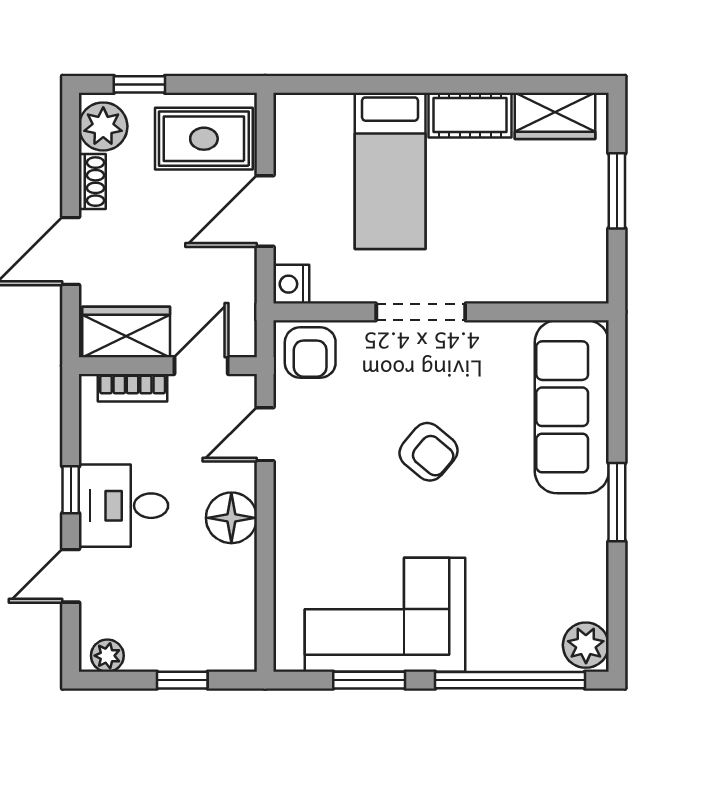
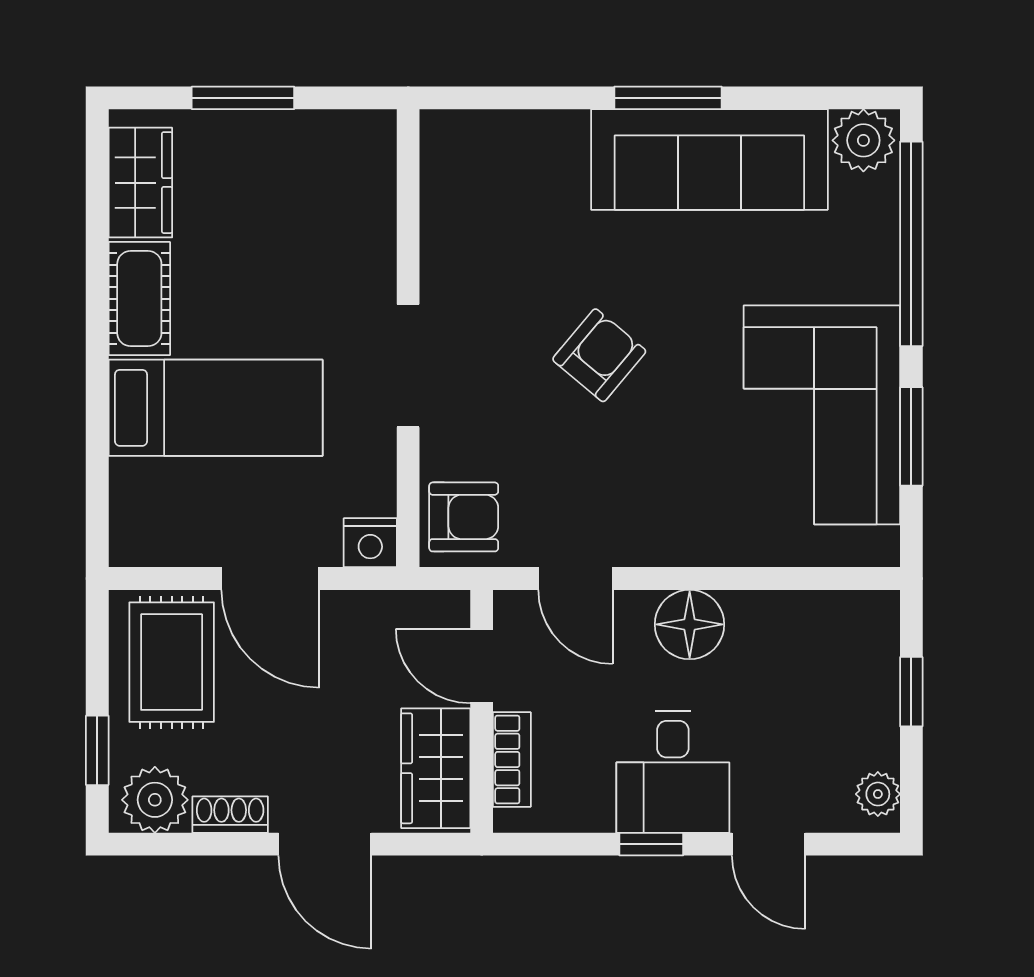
sofa: (572, 407) -> (709, 160), moved

